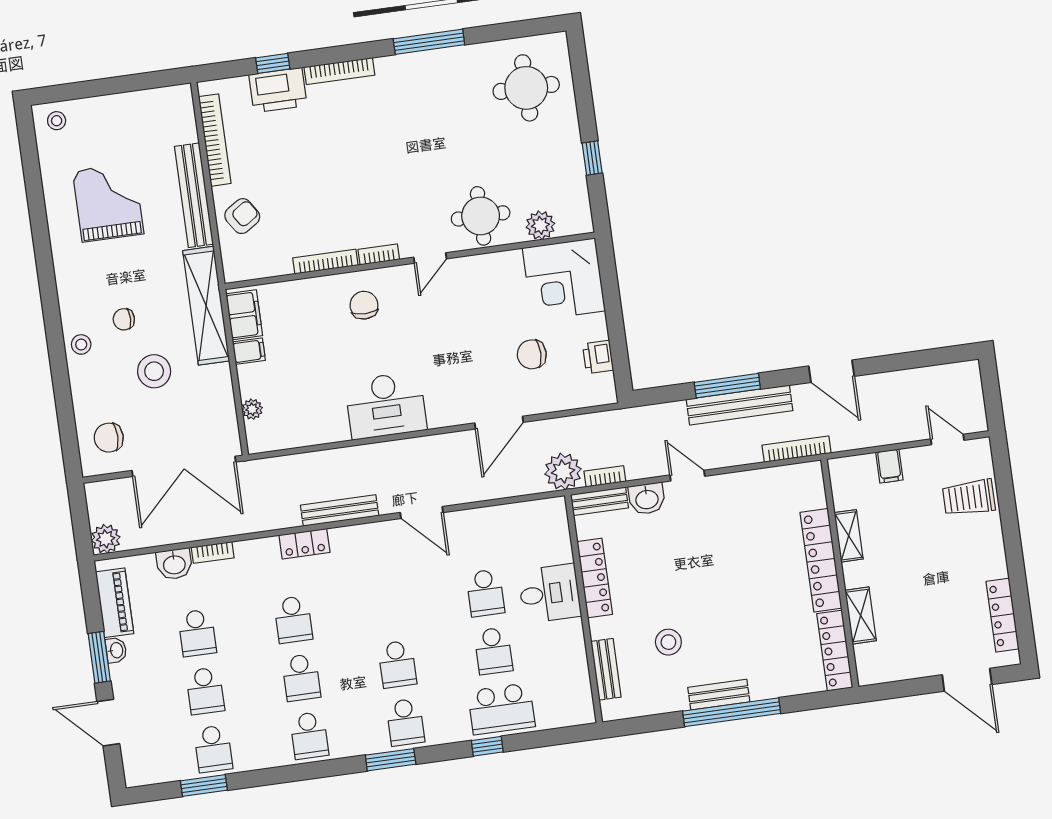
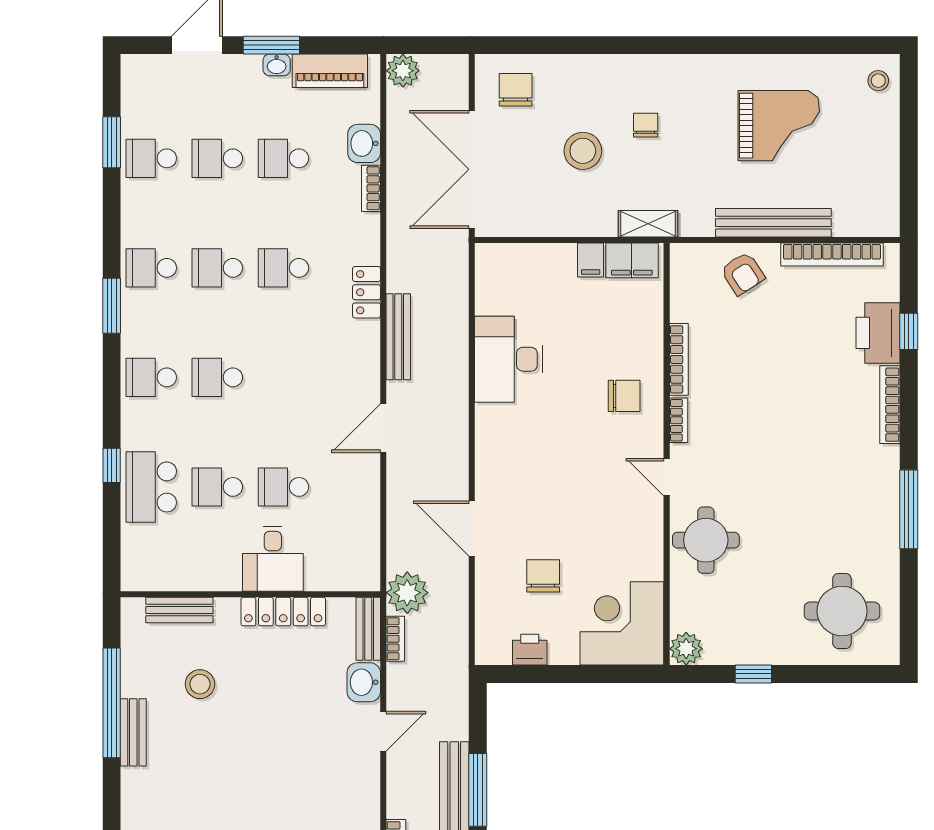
plant: (540, 225) -> (686, 649), moved
shelving: (206, 306) -> (648, 224), width x0.45, depth x0.75
stool: (81, 344) -> (624, 73), removed
desk: (386, 405) -> (509, 359), moved
plant: (252, 409) -> (525, 255), removed
window: (732, 712) -> (112, 703), moved
window: (391, 760) -> (112, 306), moved

